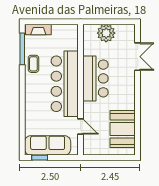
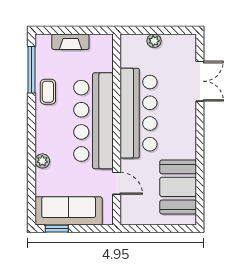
fireplace: (38, 30) -> (70, 42), moved
plant: (106, 33) -> (154, 41), width x0.53, depth x0.53
bar counter: (95, 78) -> (138, 113), width x1.36
plant: (30, 111) -> (42, 161), added

